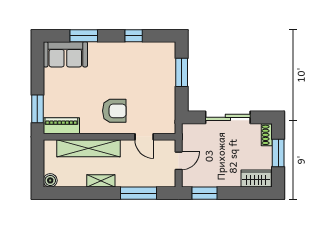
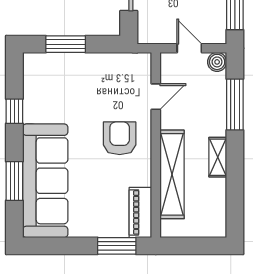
sofa: (65, 54) -> (45, 181), width x1.85, depth x1.27
boiler: (50, 180) -> (217, 62), moved

